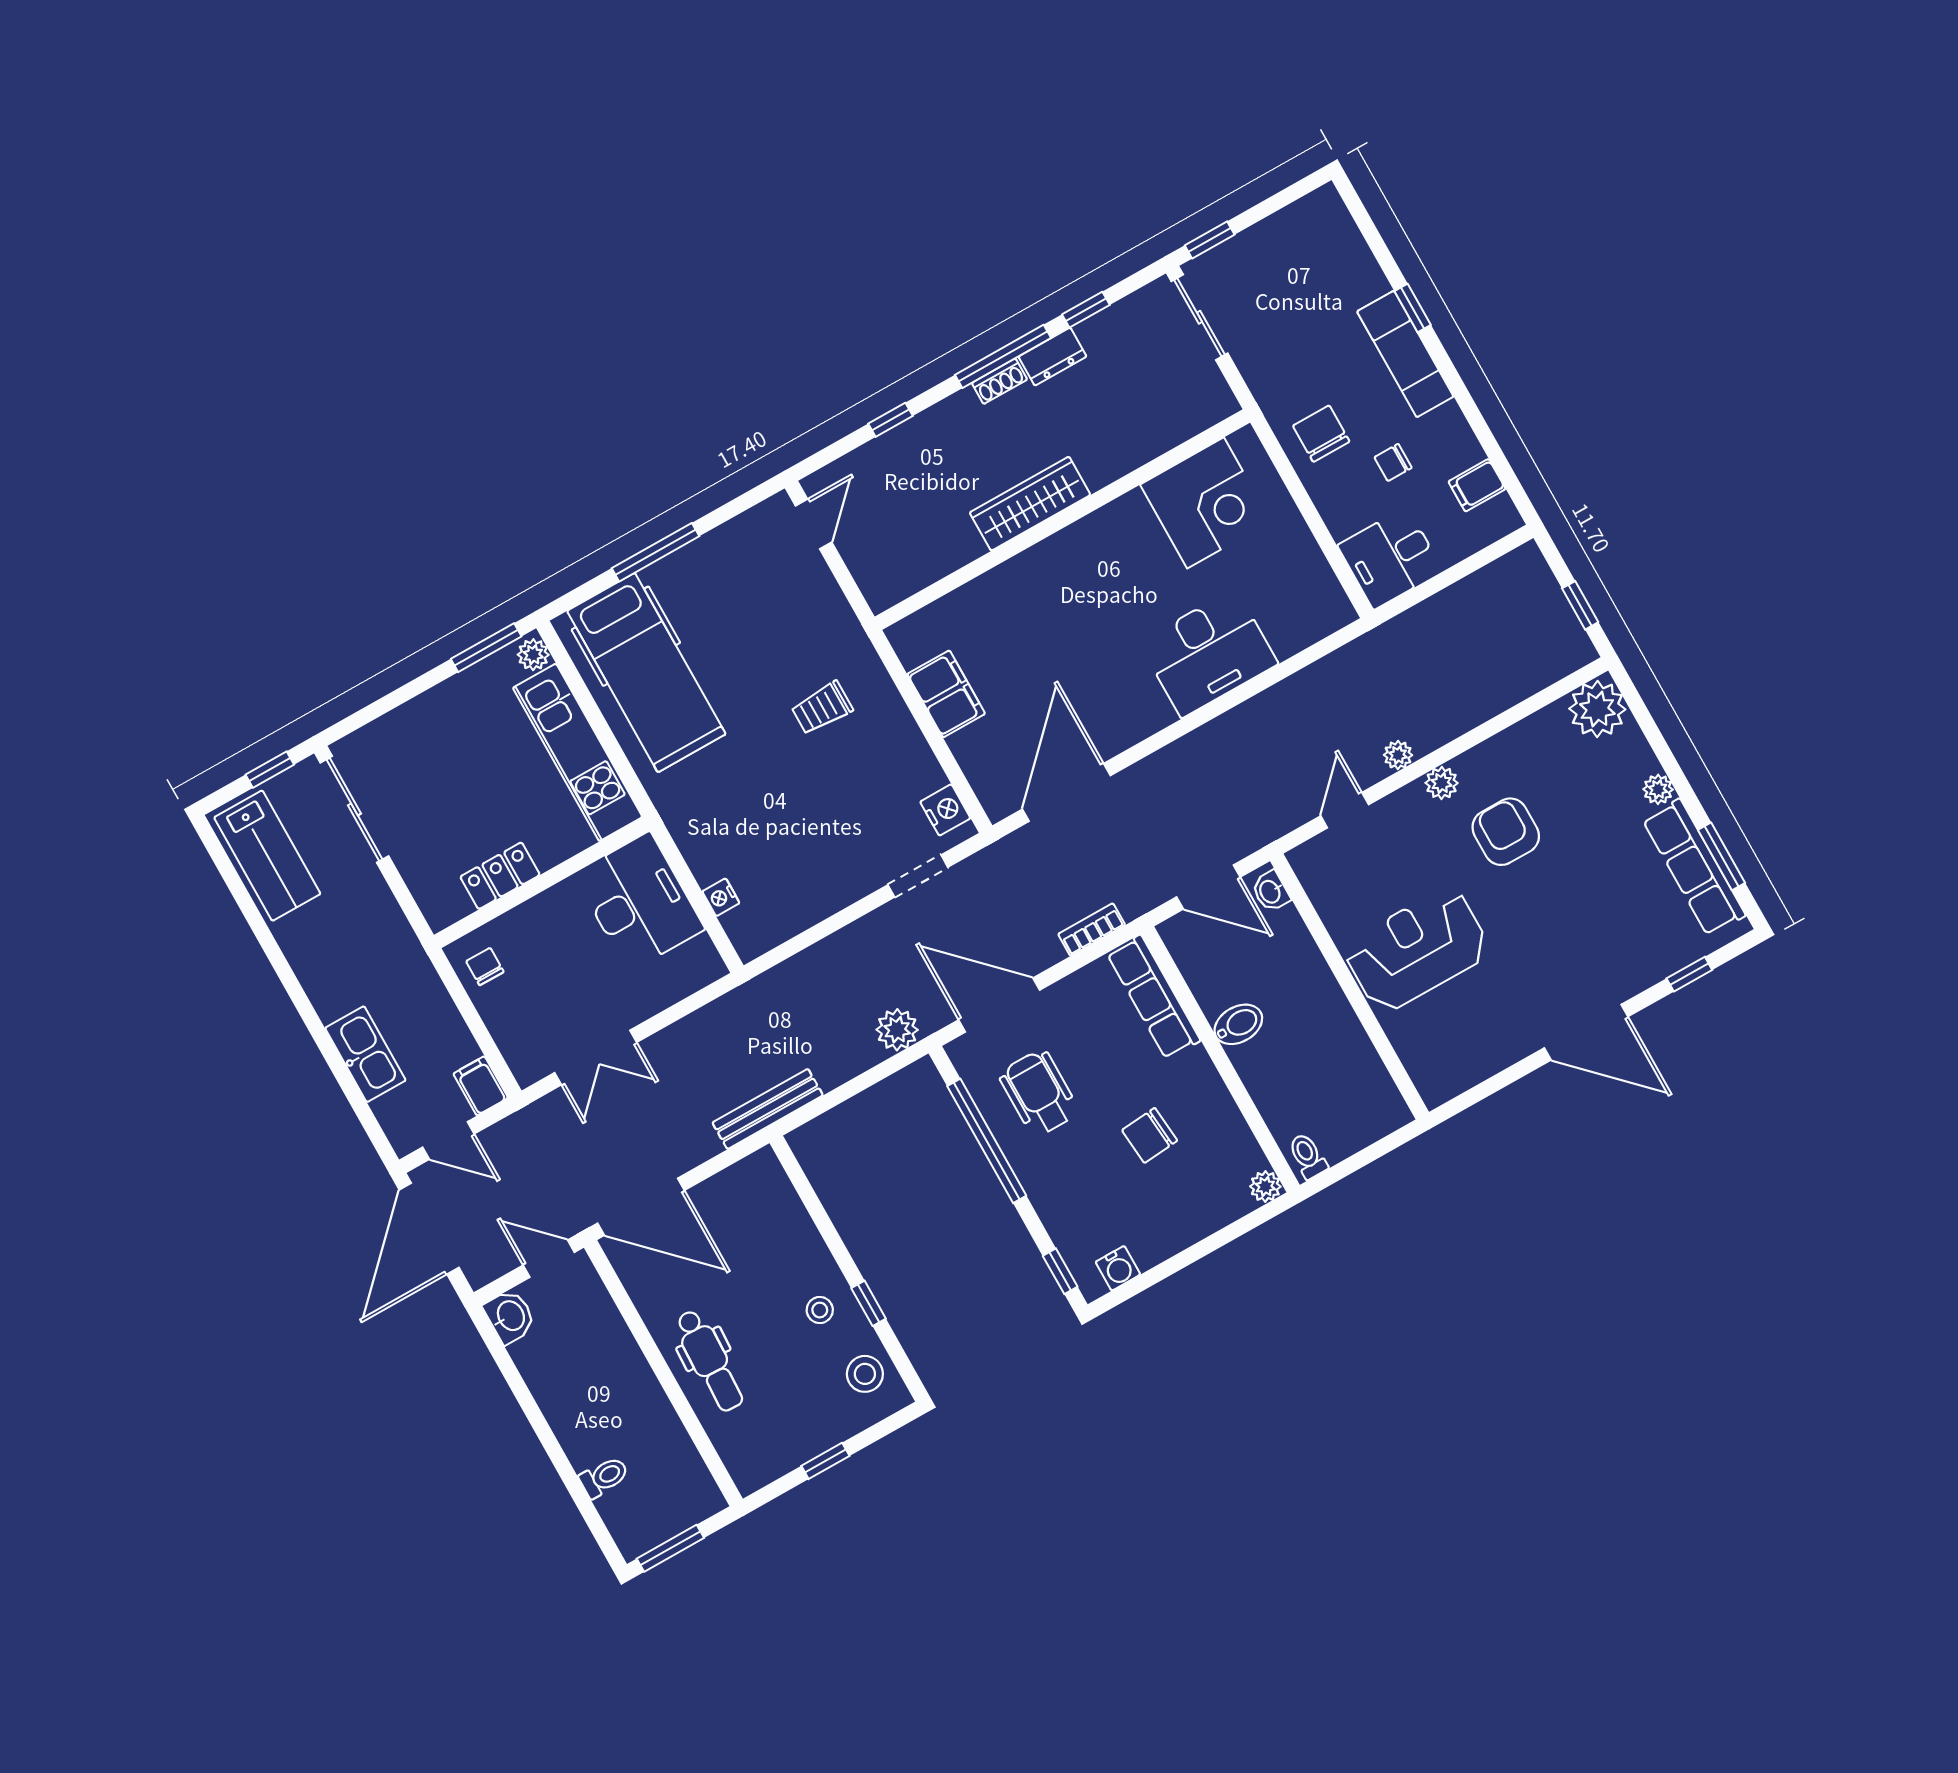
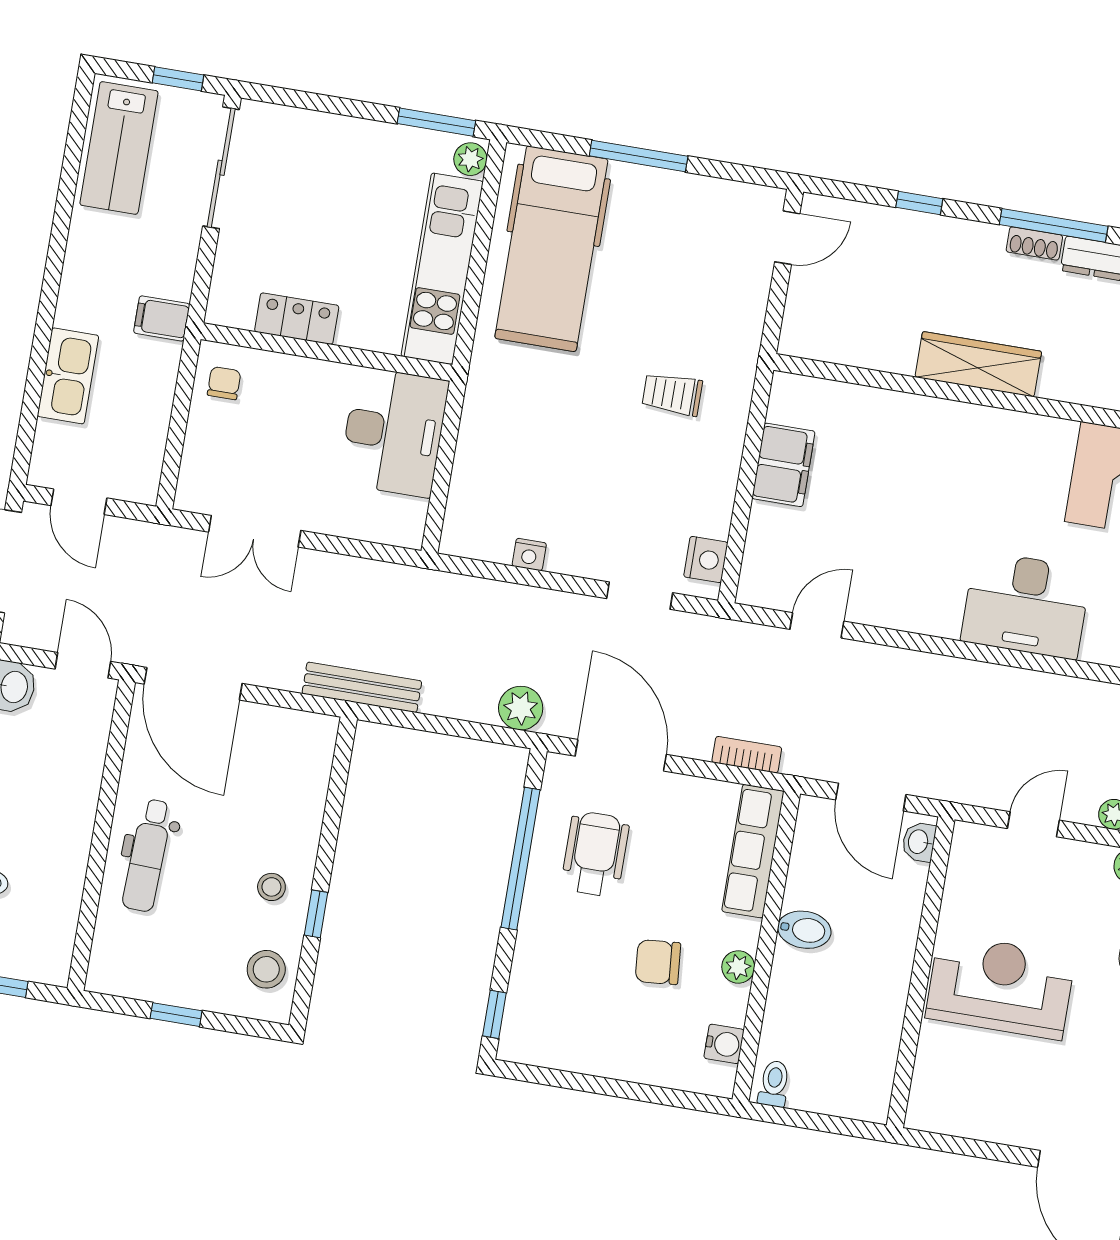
door: (1066, 792) -> (817, 625), width x0.53
nightstand: (721, 897) -> (529, 554), moved, turned -90
filing cabinet: (481, 1086) -> (162, 318), moved, turned -90
plant: (1265, 1187) -> (738, 967), moved
water cooler: (1118, 1268) -> (724, 1044), moved, turned -90

